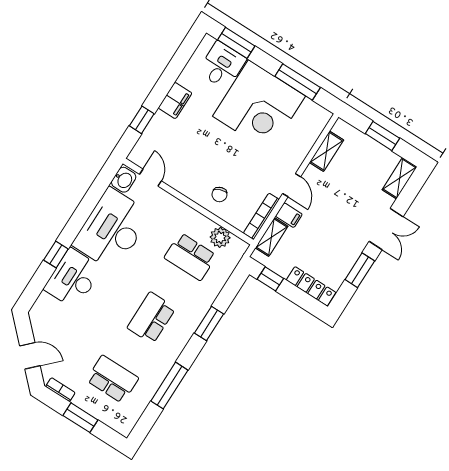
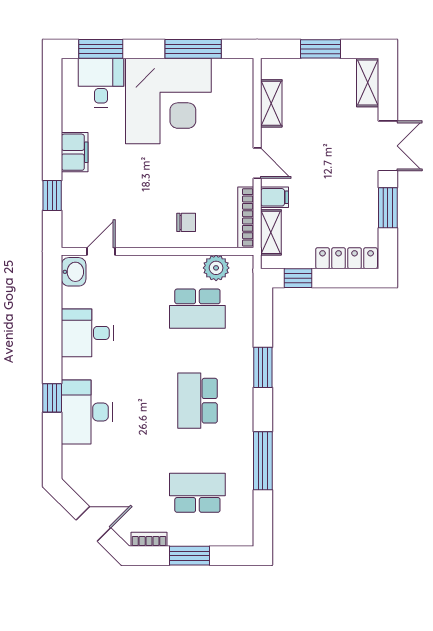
door: (150, 178) -> (101, 251), hinge flipped
chair: (219, 194) -> (186, 222), turned -70
desk: (112, 229) -> (87, 333), width x0.53, depth x0.77

